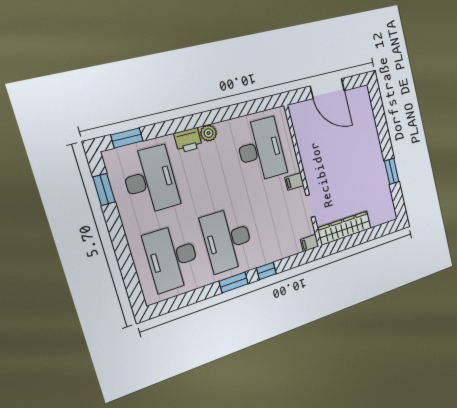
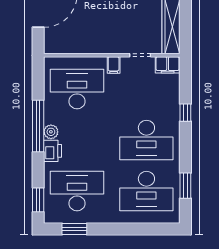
window: (211, 117) -> (38, 126), added
filing cabinet: (310, 243) -> (168, 65), width x2.00
window: (234, 282) -> (185, 186), moved

